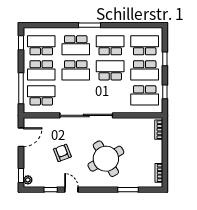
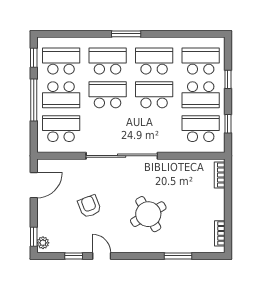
school desk: (76, 45) -> (108, 61), turned 180
school desk: (76, 70) -> (108, 95), turned 180
window: (21, 88) -> (34, 100), moved
school desk: (145, 95) -> (201, 129), turned 180
round table: (106, 159) -> (148, 214), width x0.73, depth x0.73

